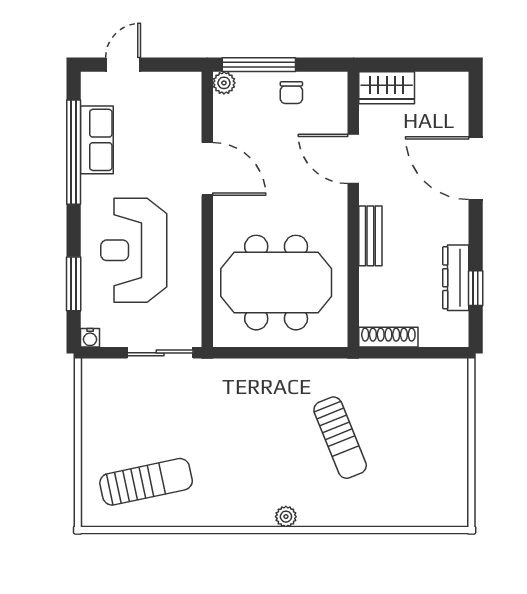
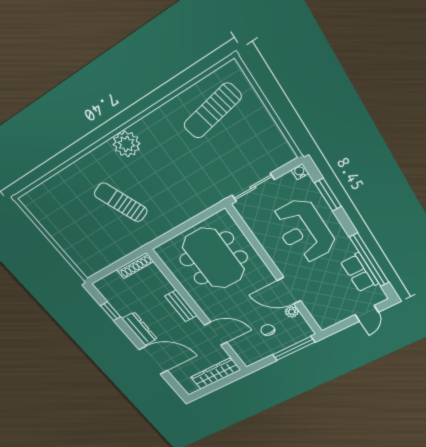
plant: (224, 83) -> (292, 312), moved
wardrobe: (387, 88) -> (216, 373), width x1.50
chair: (291, 93) -> (268, 330), moved
reception desk: (134, 250) -> (304, 231), turned 180
dresser: (456, 278) -> (140, 329), moved
meeting table: (276, 283) -> (214, 258), turned 90
plant: (286, 517) -> (126, 144), width x1.88, depth x1.88

